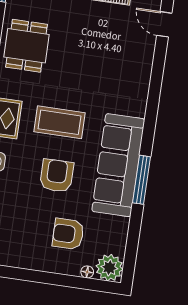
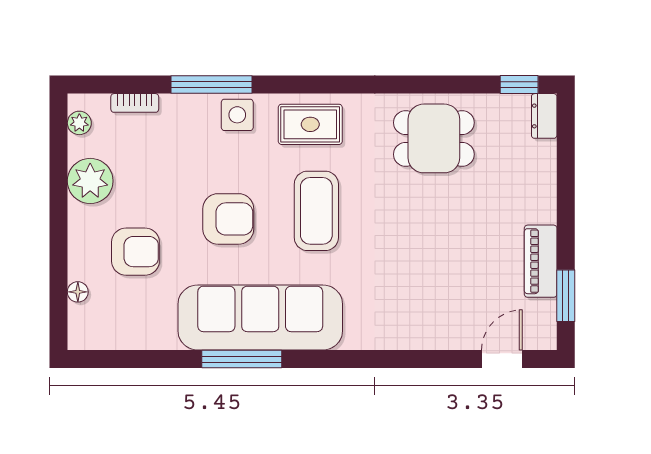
armchair: (68, 234) -> (135, 252), turned 90
plant: (109, 268) -> (90, 181), moved

